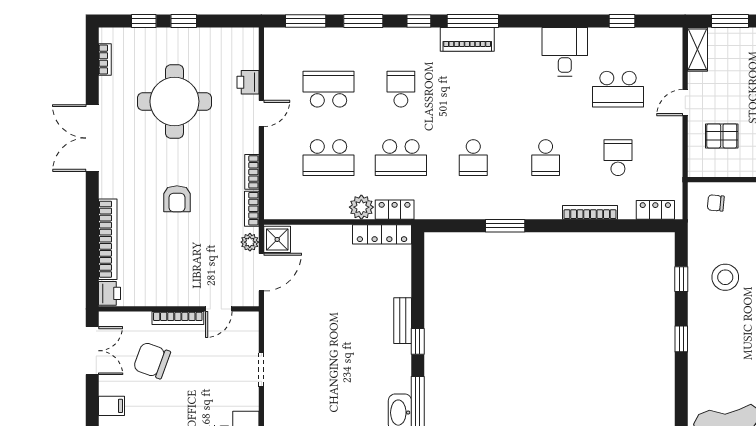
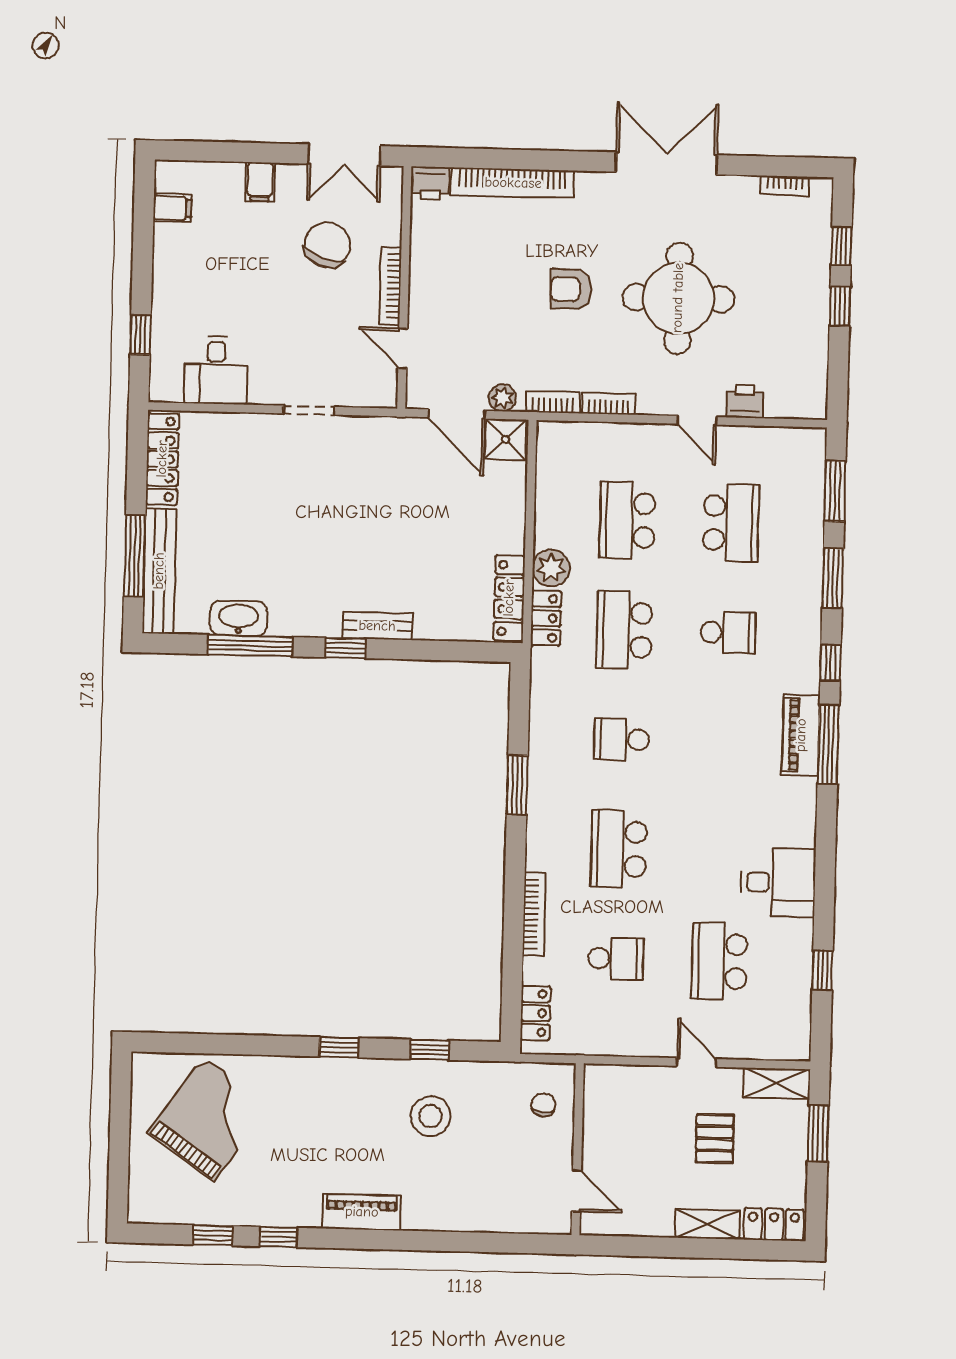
round table: (174, 101) -> (678, 298), moved
pallet: (722, 136) -> (715, 1138), moved
school desk: (546, 158) -> (619, 849), width x1.85

